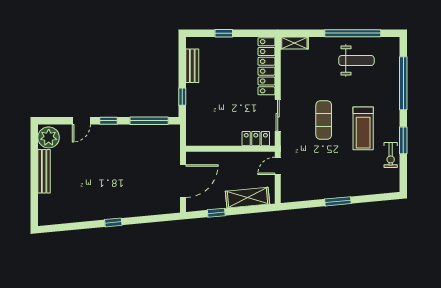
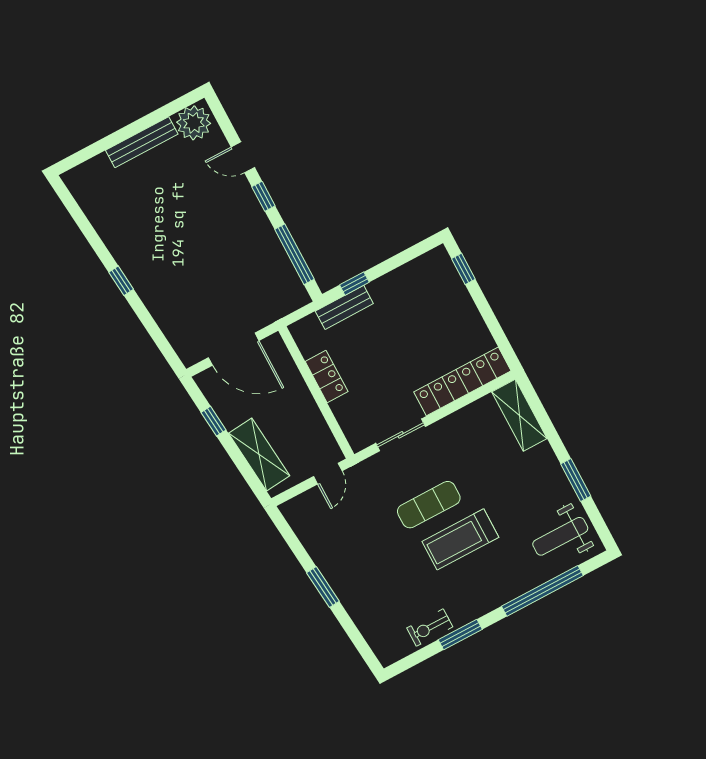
window: (224, 33) -> (463, 269), moved
window: (353, 33) -> (576, 480), width x0.47
shelving: (294, 43) -> (519, 415), width x1.50, depth x1.33
weight bench: (356, 61) -> (560, 536), moved, turned 90
bench: (192, 66) -> (344, 307), moved
treadmill: (363, 128) -> (460, 539), moved
locker: (256, 139) -> (327, 376), moved
door: (278, 166) -> (328, 474), swing flipped

